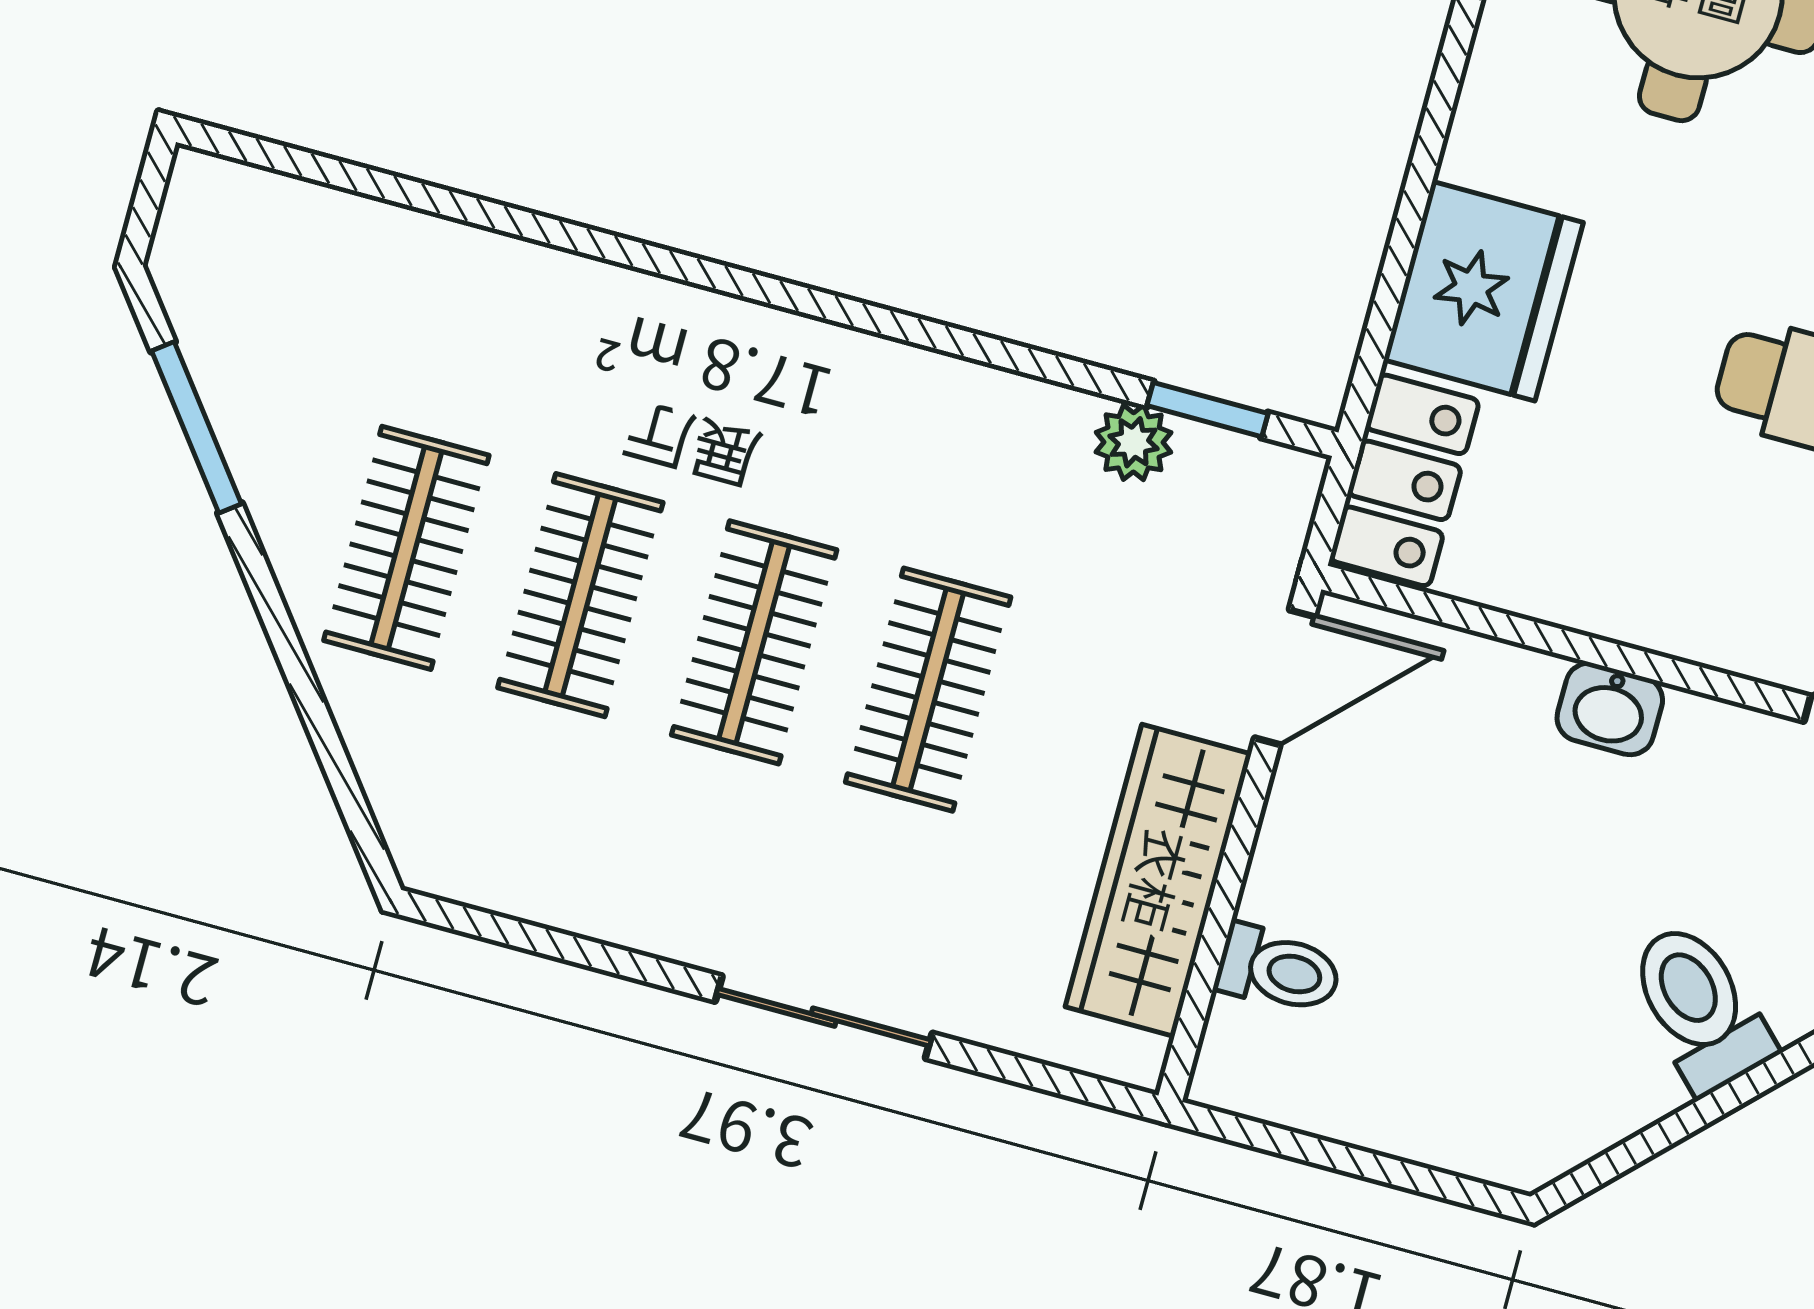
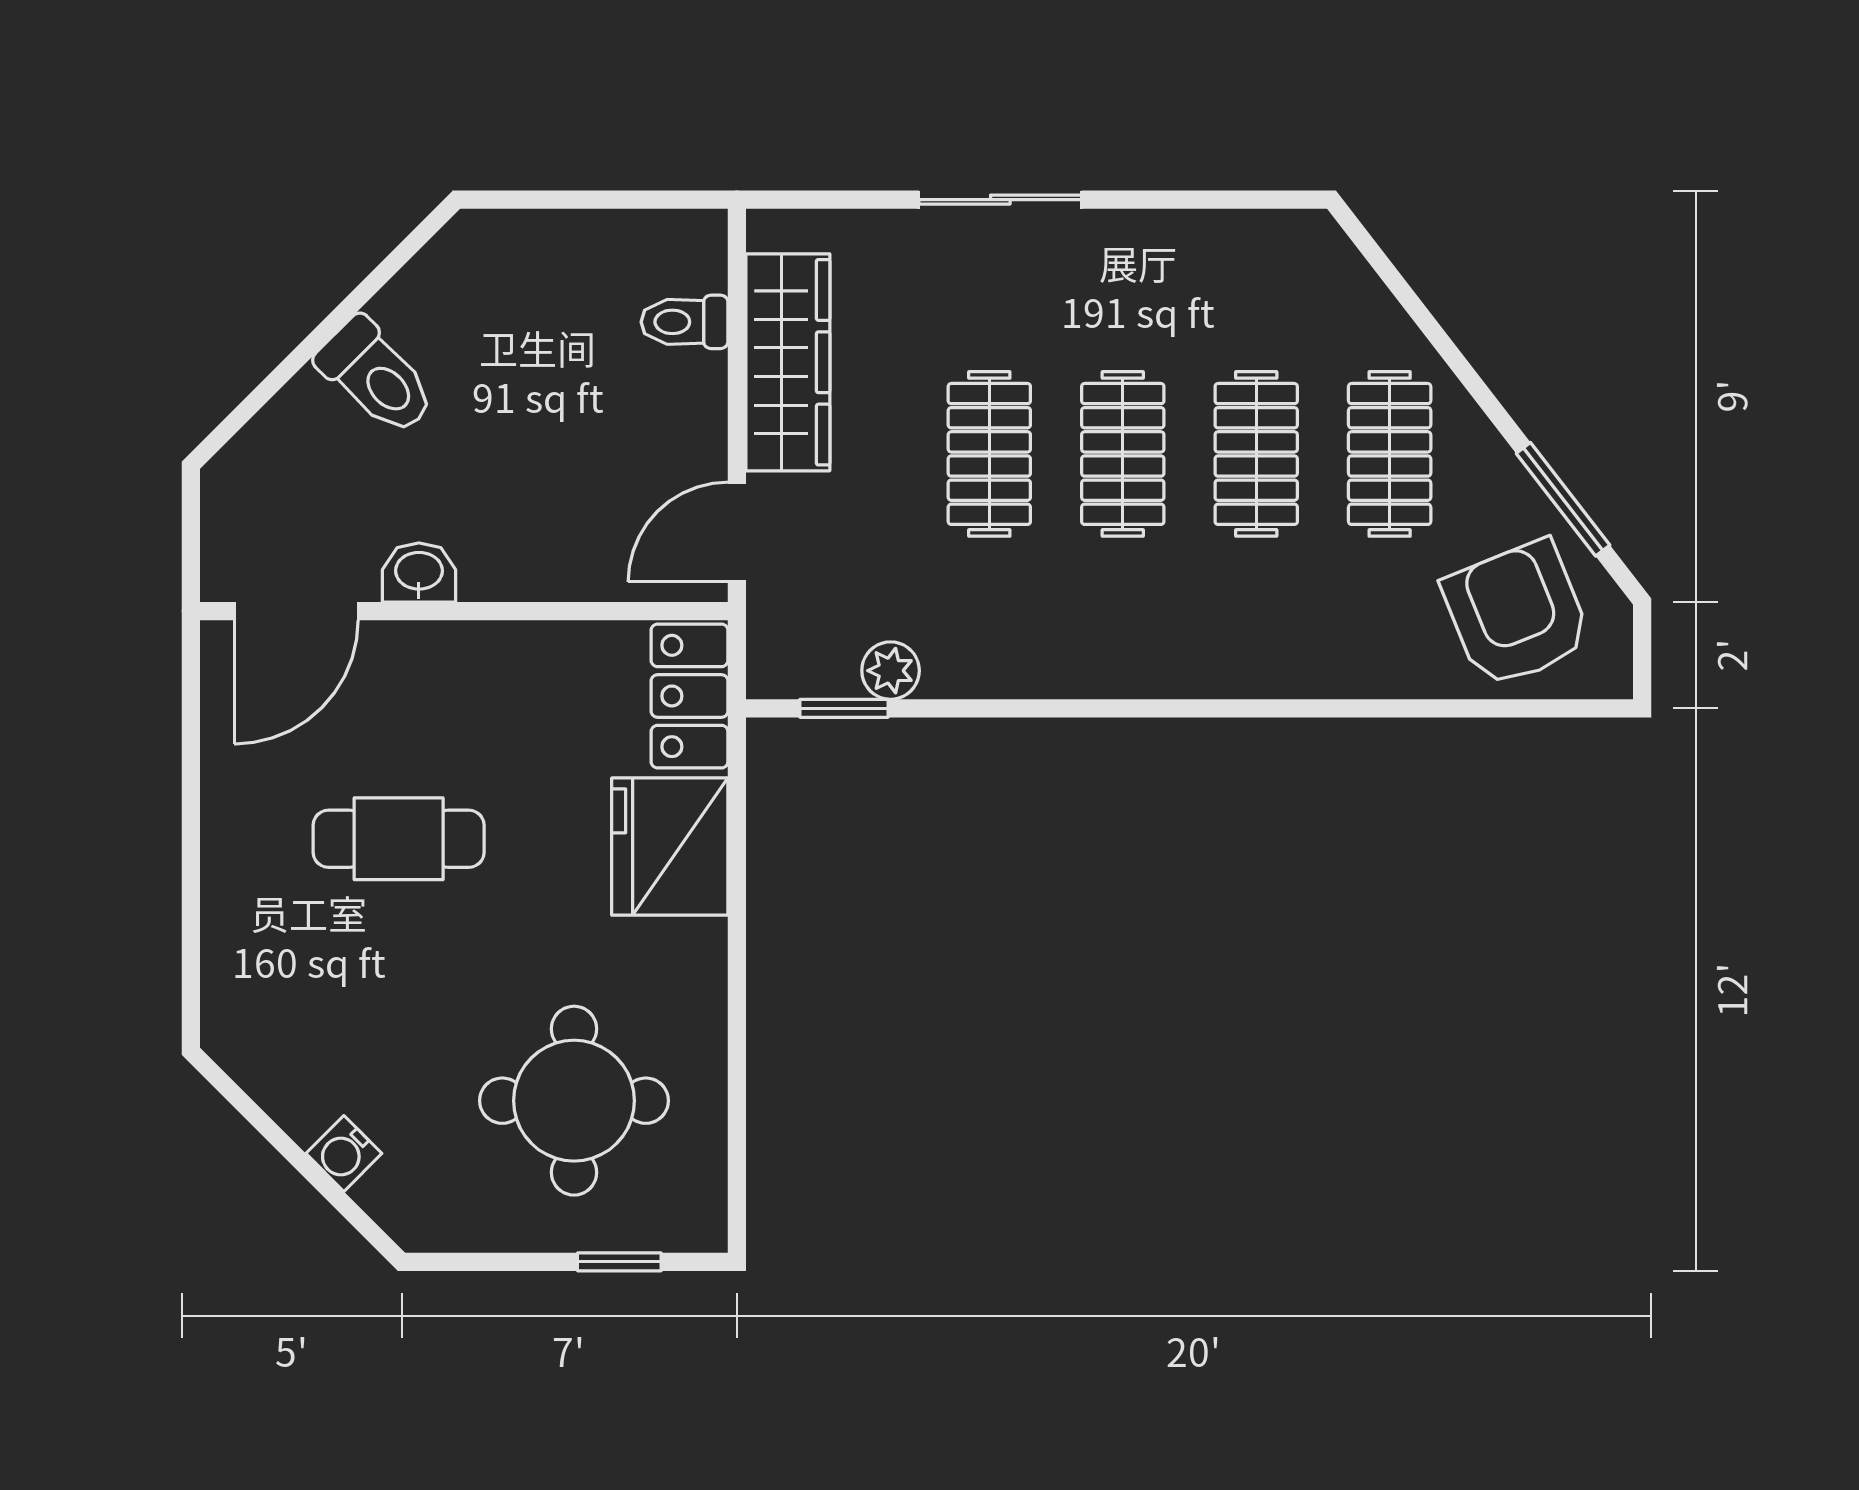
armchair: (298, 294) -> (1517, 614), added
washbasin: (1610, 709) -> (419, 573), moved

